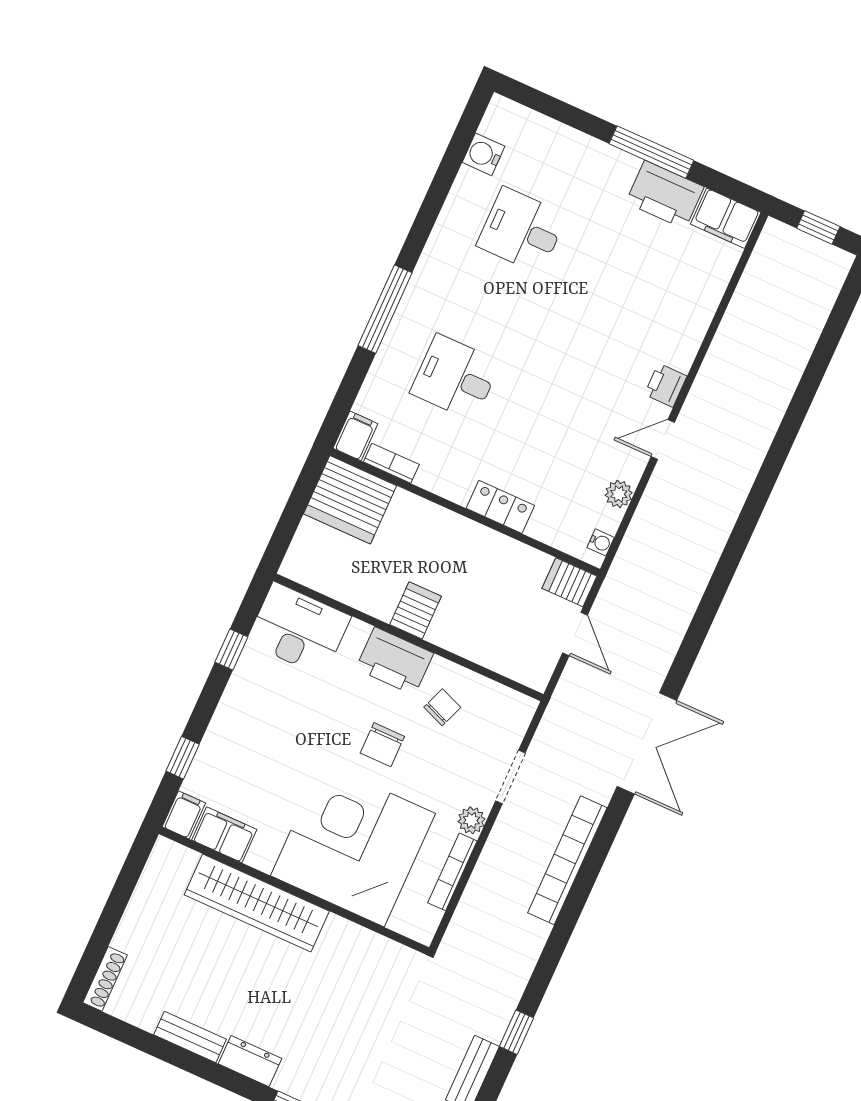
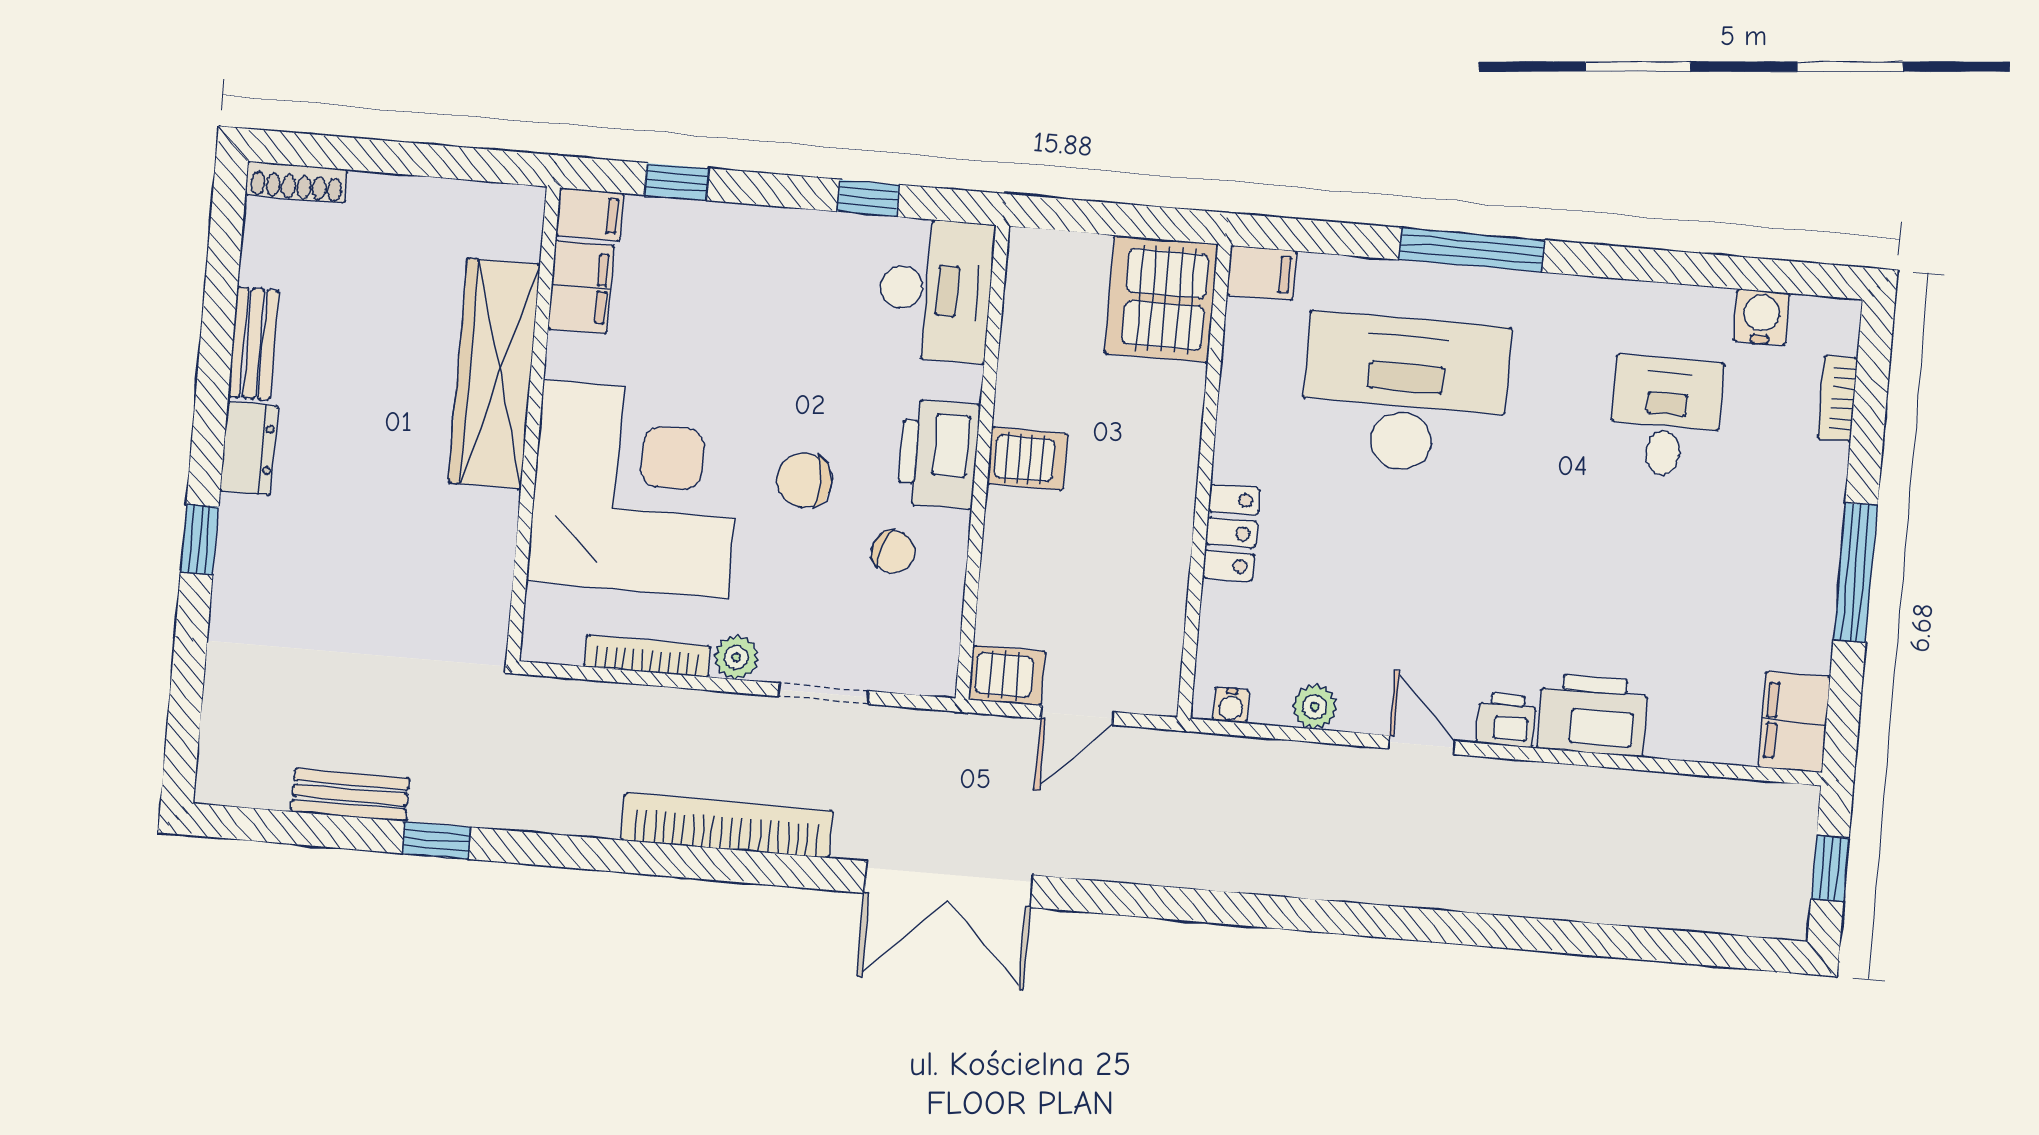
printer: (665, 195) -> (1593, 715), moved, turned 90
desk: (455, 378) -> (1405, 394), width x1.87, depth x1.30
bookcase: (391, 463) -> (1837, 398), moved, turned 180
server rack: (569, 582) -> (1007, 675), moved, turned 90

